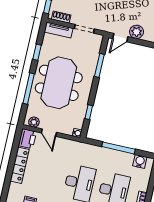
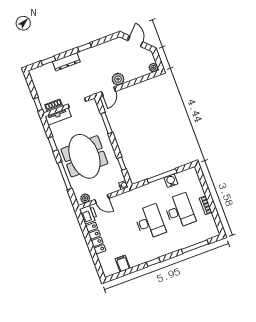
water cooler: (140, 161) -> (171, 181), moved

